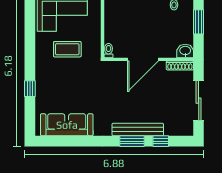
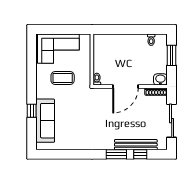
sofa: (67, 125) -> (45, 121), moved, turned 90
bench: (138, 130) -> (136, 145), moved

